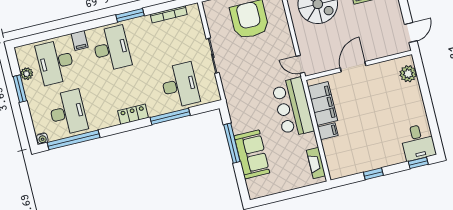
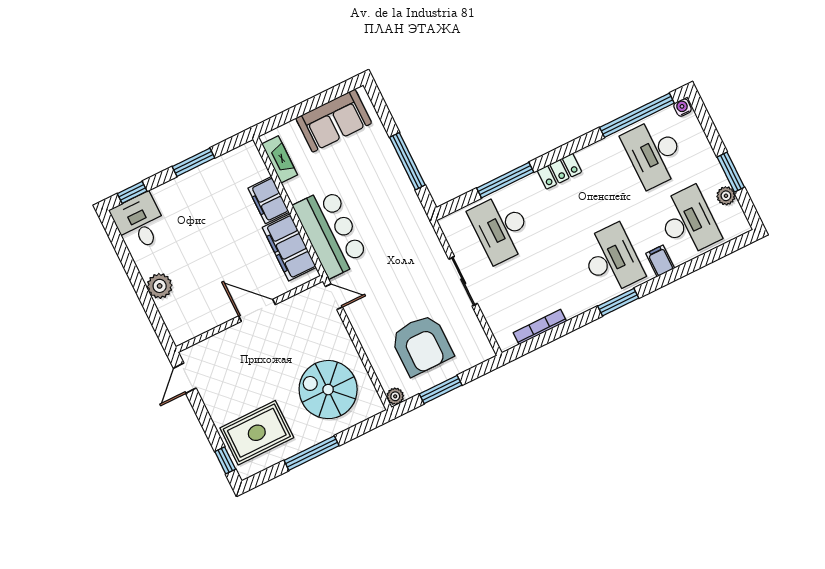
window: (130, 15) -> (618, 302), moved
desk: (112, 48) -> (611, 259), turned 180
door: (353, 67) -> (257, 310), swing flipped
plant: (408, 74) -> (160, 286), moved
filing cabinet: (328, 131) -> (269, 200), width x2.00
sofa: (252, 154) -> (334, 121), moved, turned -90
window: (373, 174) -> (193, 162), width x1.50

